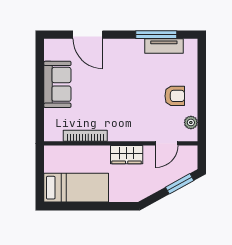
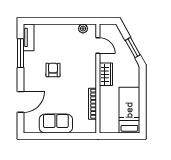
tv unit: (164, 46) -> (29, 37), moved
armchair: (175, 96) -> (53, 70), moved
window: (180, 184) -> (133, 48), moved

